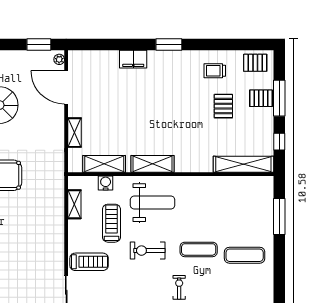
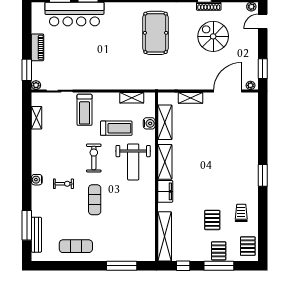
filing cabinet: (133, 59) -> (165, 191), moved, turned 180
pallet: (223, 106) -> (212, 220), turned 90
exercise mat: (245, 255) -> (76, 246), moved, turned 90

